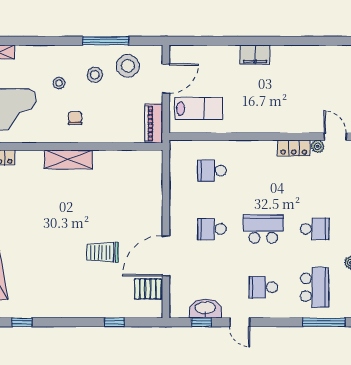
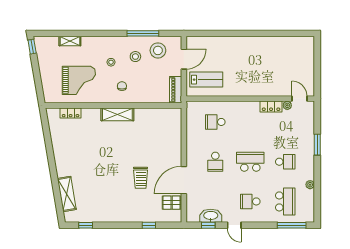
filing cabinet: (255, 55) -> (245, 43), removed
school desk: (212, 229) -> (215, 162), turned -90
trolley: (102, 252) -> (141, 178), turned -90

